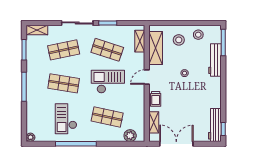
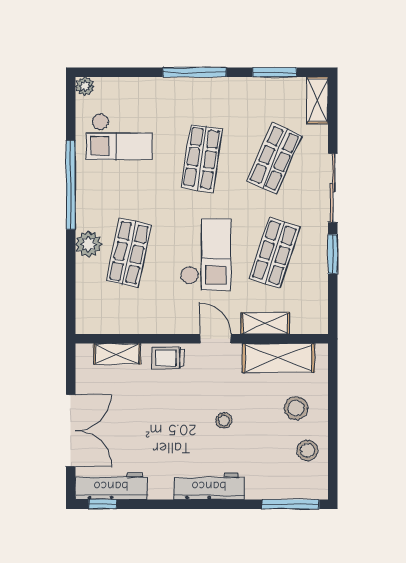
shelving: (140, 41) -> (265, 323), moved
shop shelf: (64, 50) -> (274, 158), turned 36
workbench: (215, 60) -> (209, 486), moved
checkout: (66, 119) -> (119, 137), moved, turned 180
plant: (130, 136) -> (88, 244), moved
double door: (176, 144) -> (71, 431), moved

